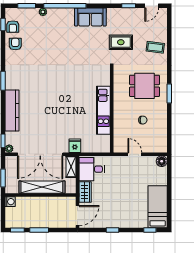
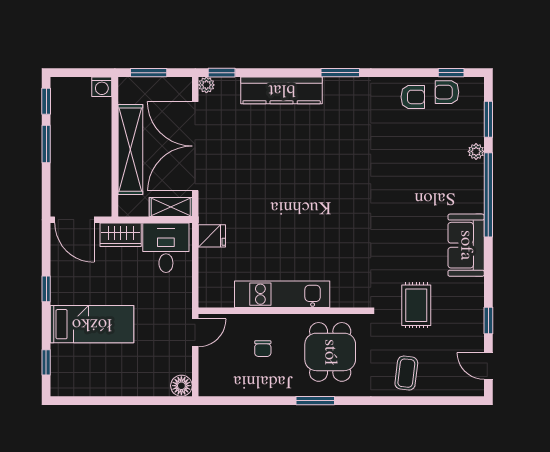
kitchen unit: (103, 110) -> (282, 294), moved
wall: (112, 110) -> (283, 311), moved
fridge: (75, 146) -> (212, 236), moved
bed: (158, 207) -> (92, 324), moved

